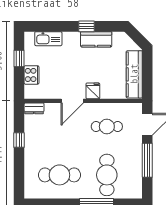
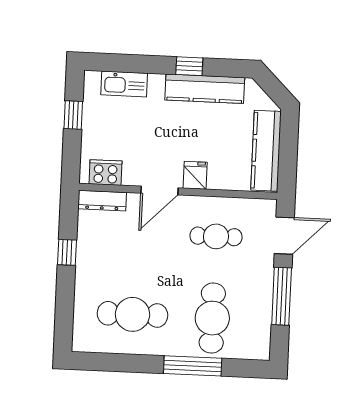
kitchen counter: (96, 39) -> (205, 89), width x1.50
cooker: (31, 75) -> (105, 173), moved, turned -90
dresser: (34, 108) -> (102, 201), width x1.44

